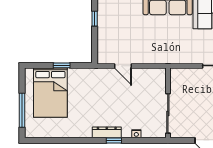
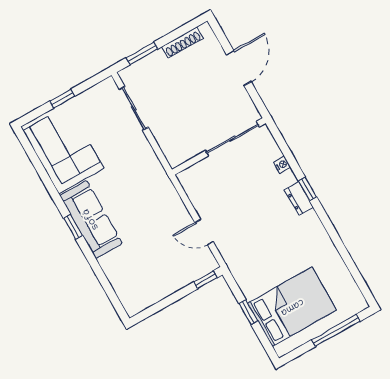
window: (95, 19) -> (205, 280), moved
door: (123, 66) -> (204, 232), swing flipped
dresser: (107, 132) -> (299, 198), width x0.70

